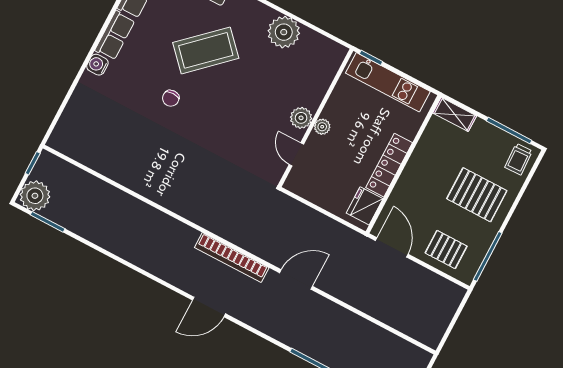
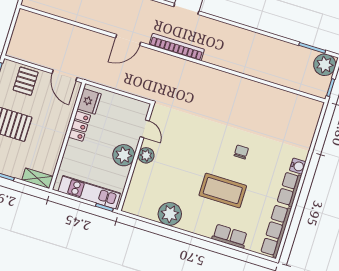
coffee table: (206, 50) -> (223, 191), turned 43
plant: (322, 127) -> (124, 155), width x1.87, depth x1.87
locker: (389, 165) -> (80, 126), width x0.66
pallet: (446, 250) -> (26, 81), turned 90

